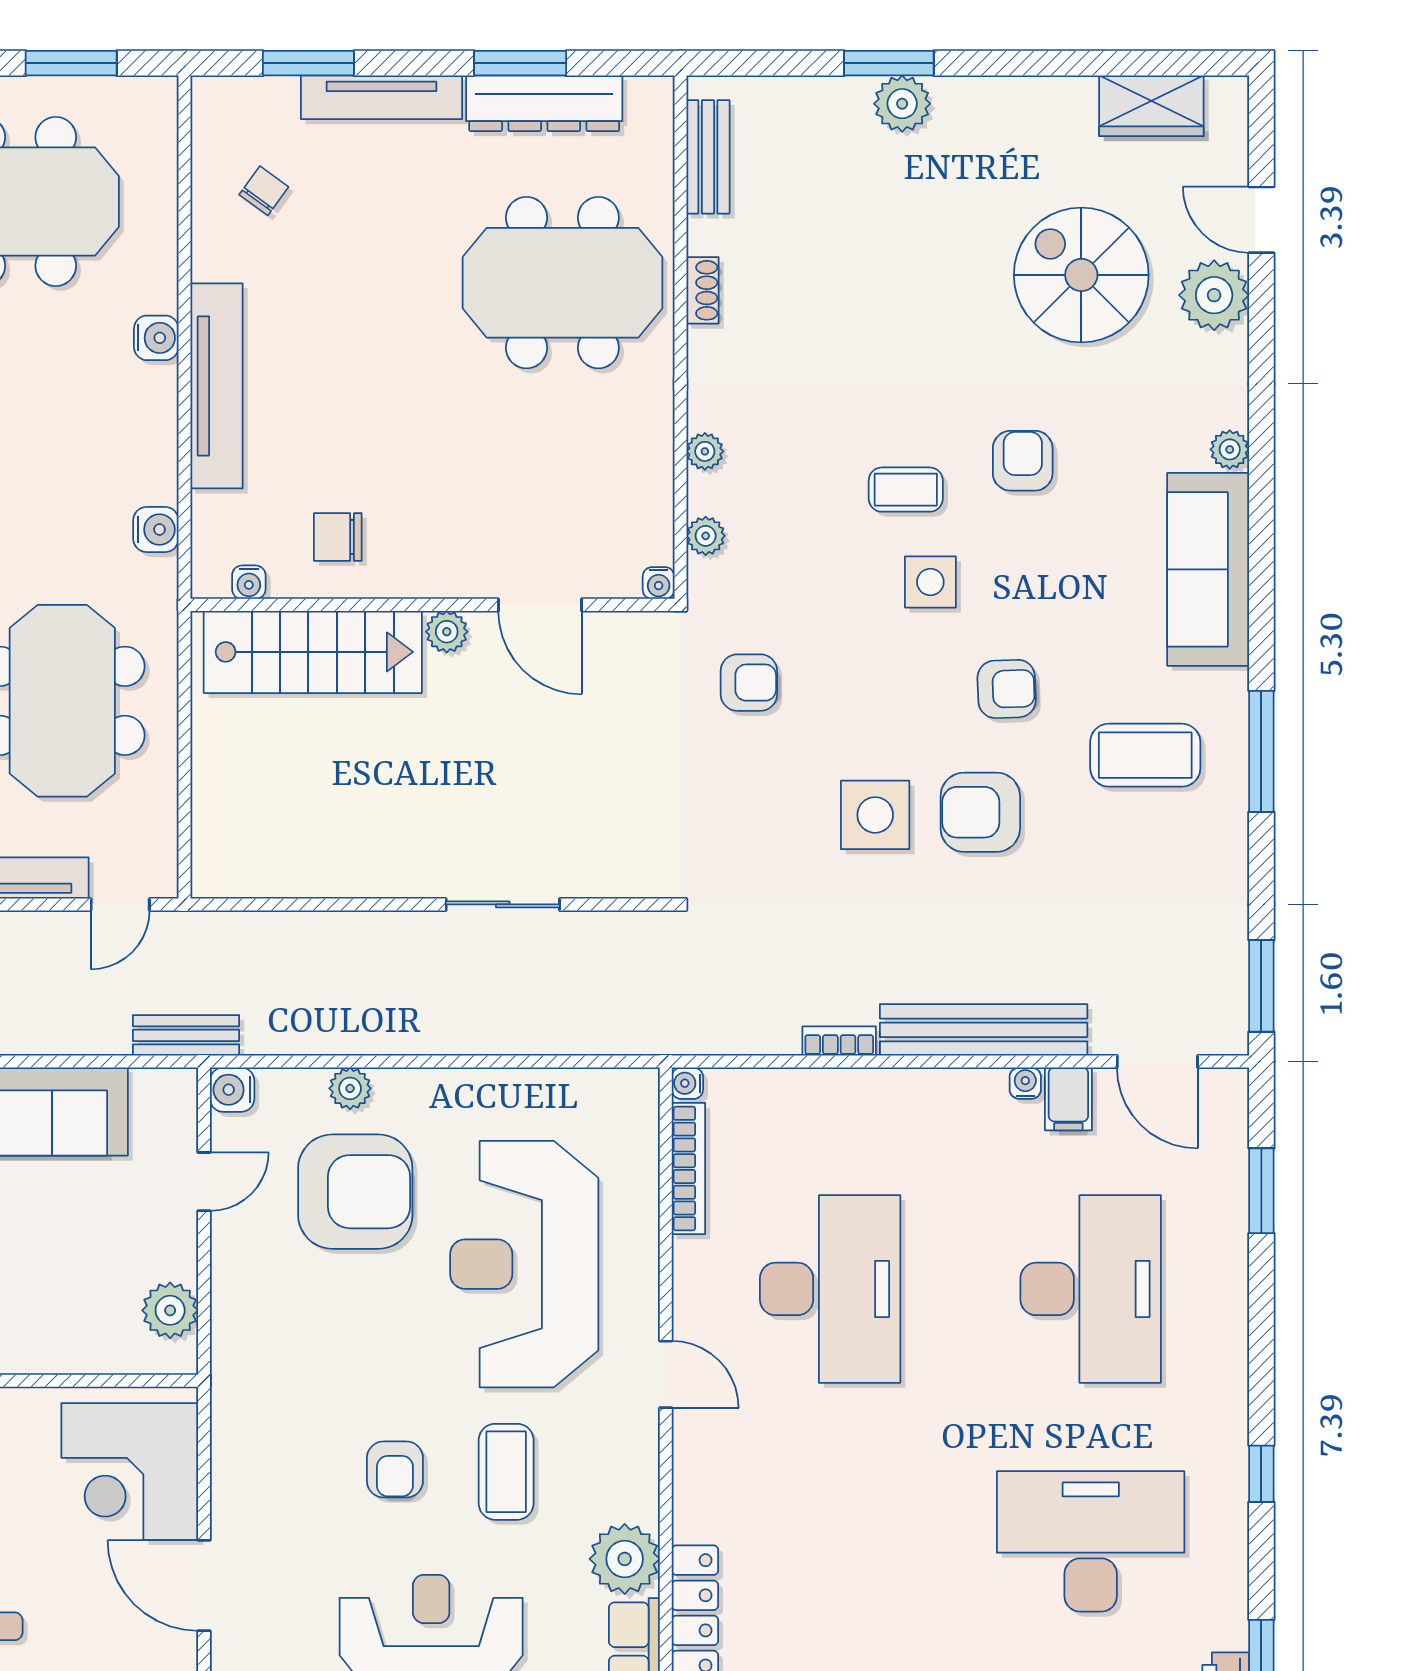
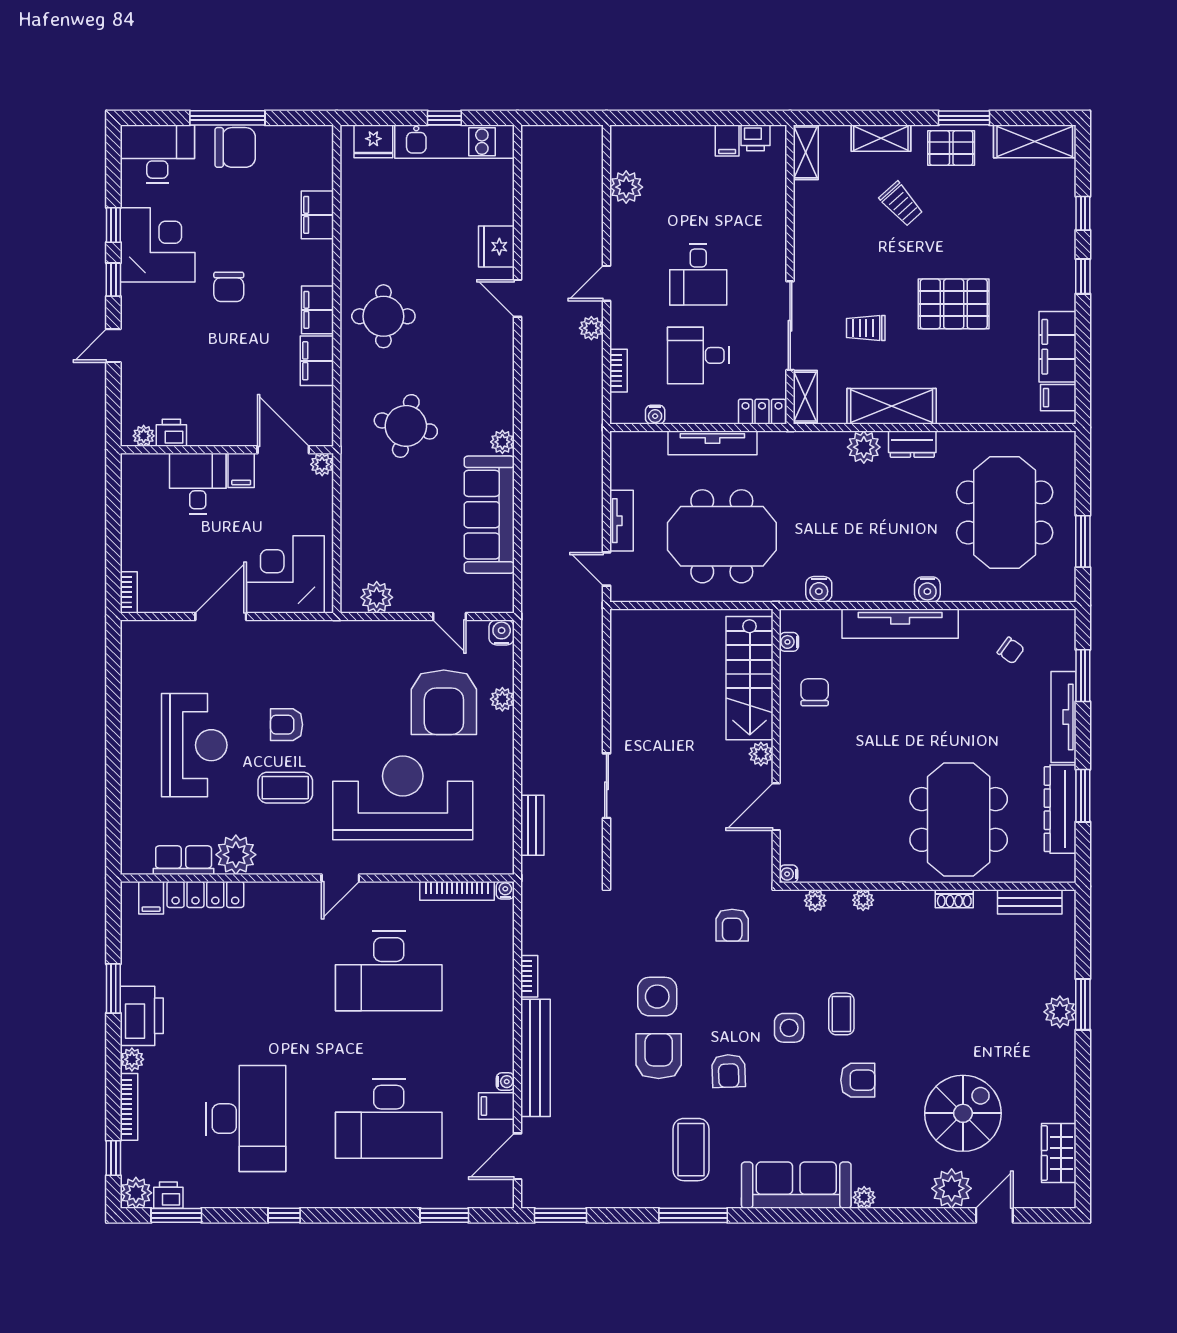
bench: (186, 1035) -> (532, 825), moved

